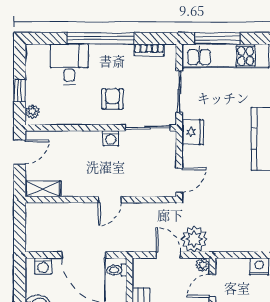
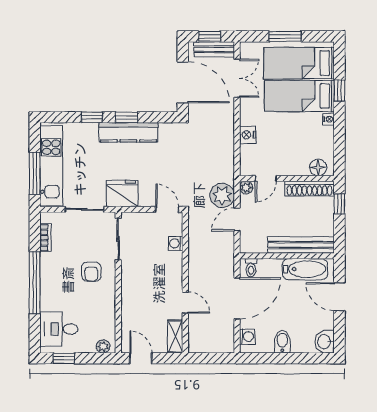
desk: (69, 64) -> (59, 329), moved
window: (20, 91) -> (64, 358), moved
armchair: (113, 99) -> (91, 272), turned -90
fridge: (193, 132) -> (122, 193), width x1.36, depth x1.34
washing machine: (111, 138) -> (176, 243), moved, turned 180
door: (110, 200) -> (185, 303), moved
door: (212, 286) -> (266, 178), hinge flipped

